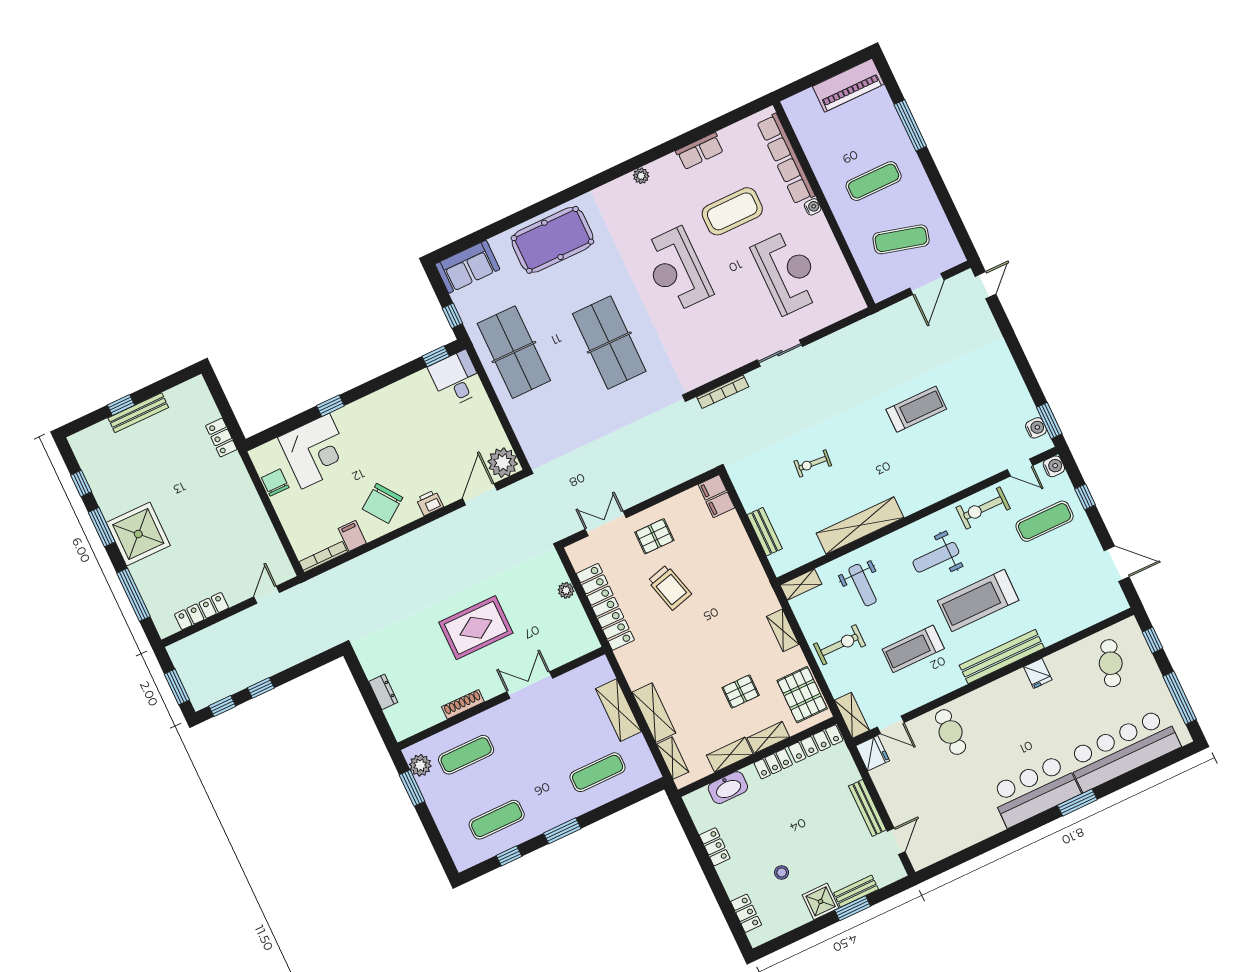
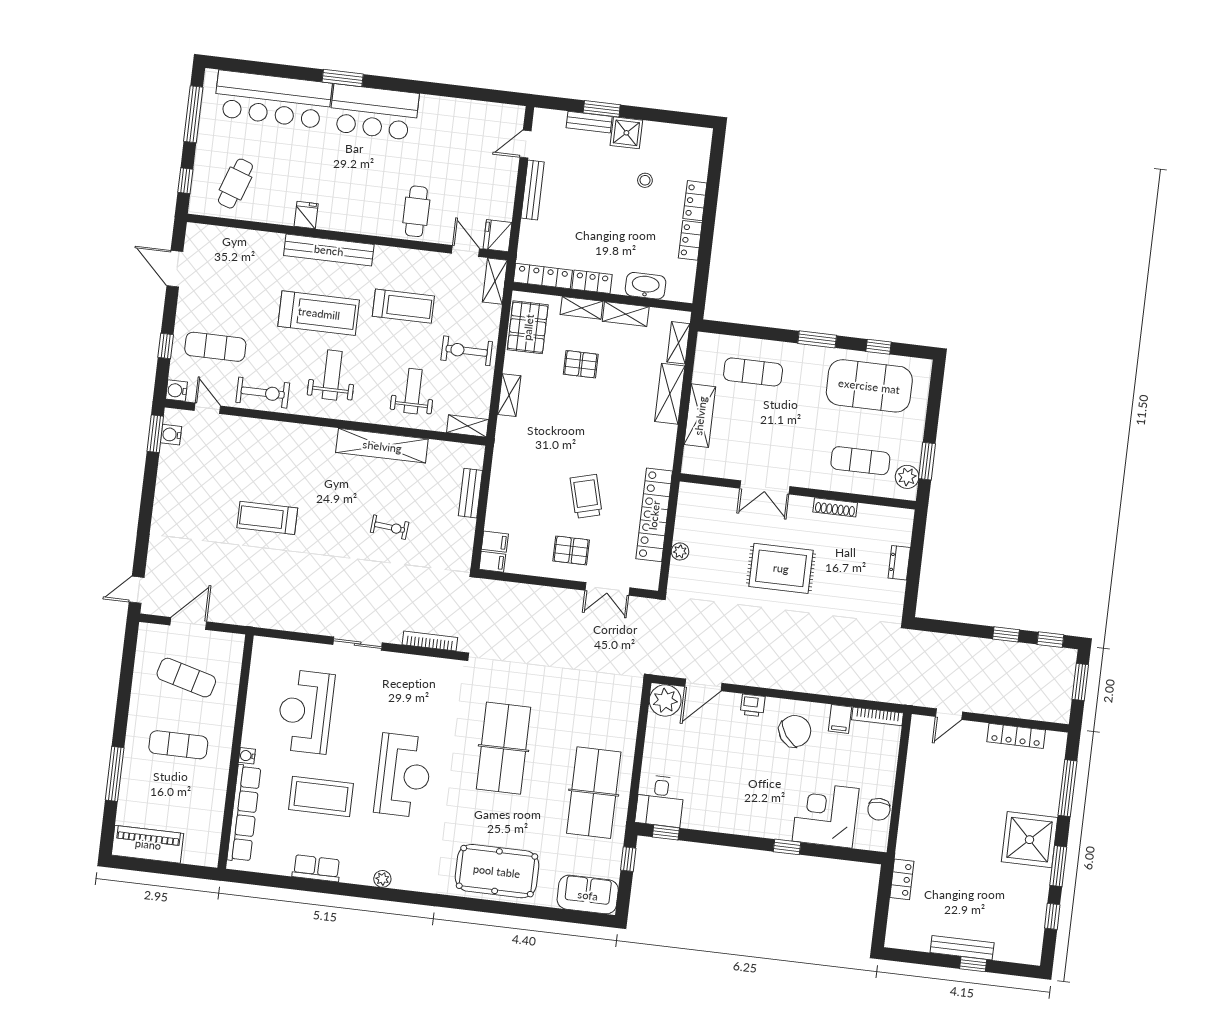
weight bench: (936, 557) -> (332, 375), turned -90
exercise mat: (497, 820) -> (869, 386), width x2.00, depth x1.45
locker: (746, 913) -> (695, 201), moved

